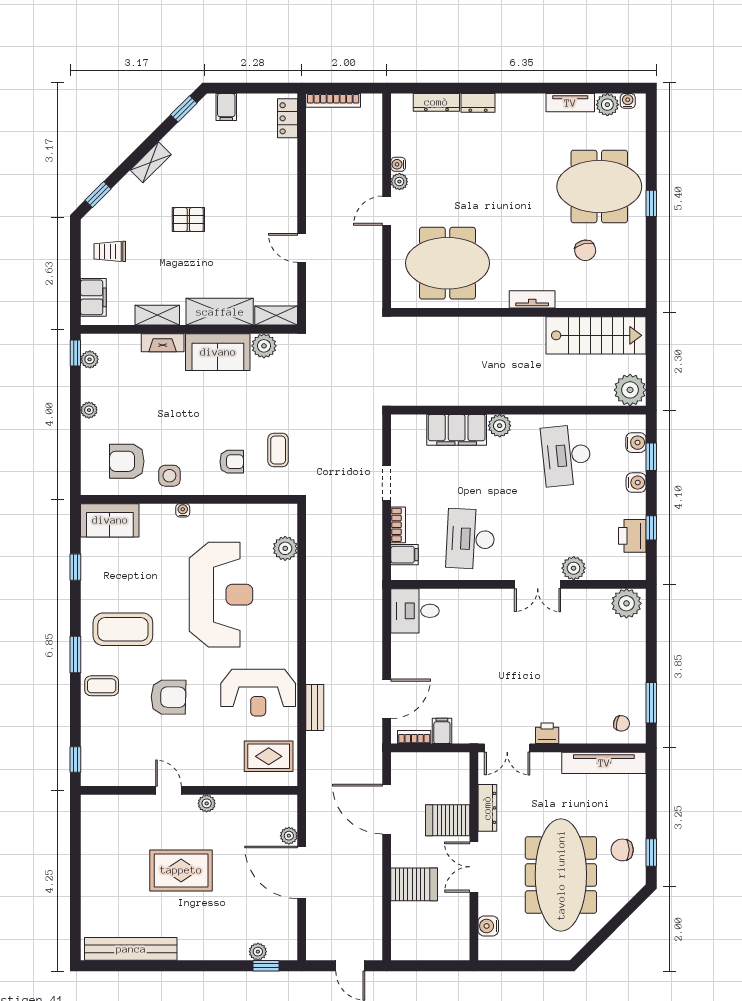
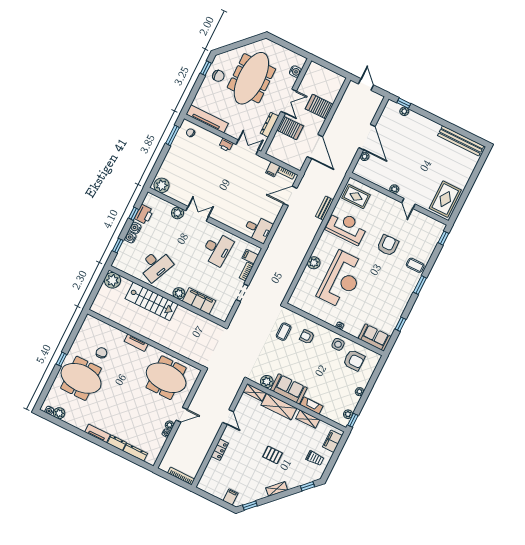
tv unit: (570, 103) -> (98, 433), moved
locker: (288, 118) -> (220, 450), moved
stairs: (596, 335) -> (151, 301), moved, turned 180
water cooler: (636, 443) -> (135, 228), moved
desk: (566, 455) -> (156, 265), turned 30
plant: (285, 548) -> (314, 263), moved
reception desk: (221, 595) -> (341, 280), turned 180
coffee table: (123, 629) -> (393, 286), removed
armchair: (168, 697) -> (388, 245), turned 88
rug: (181, 870) -> (445, 199), moved, turned 90

